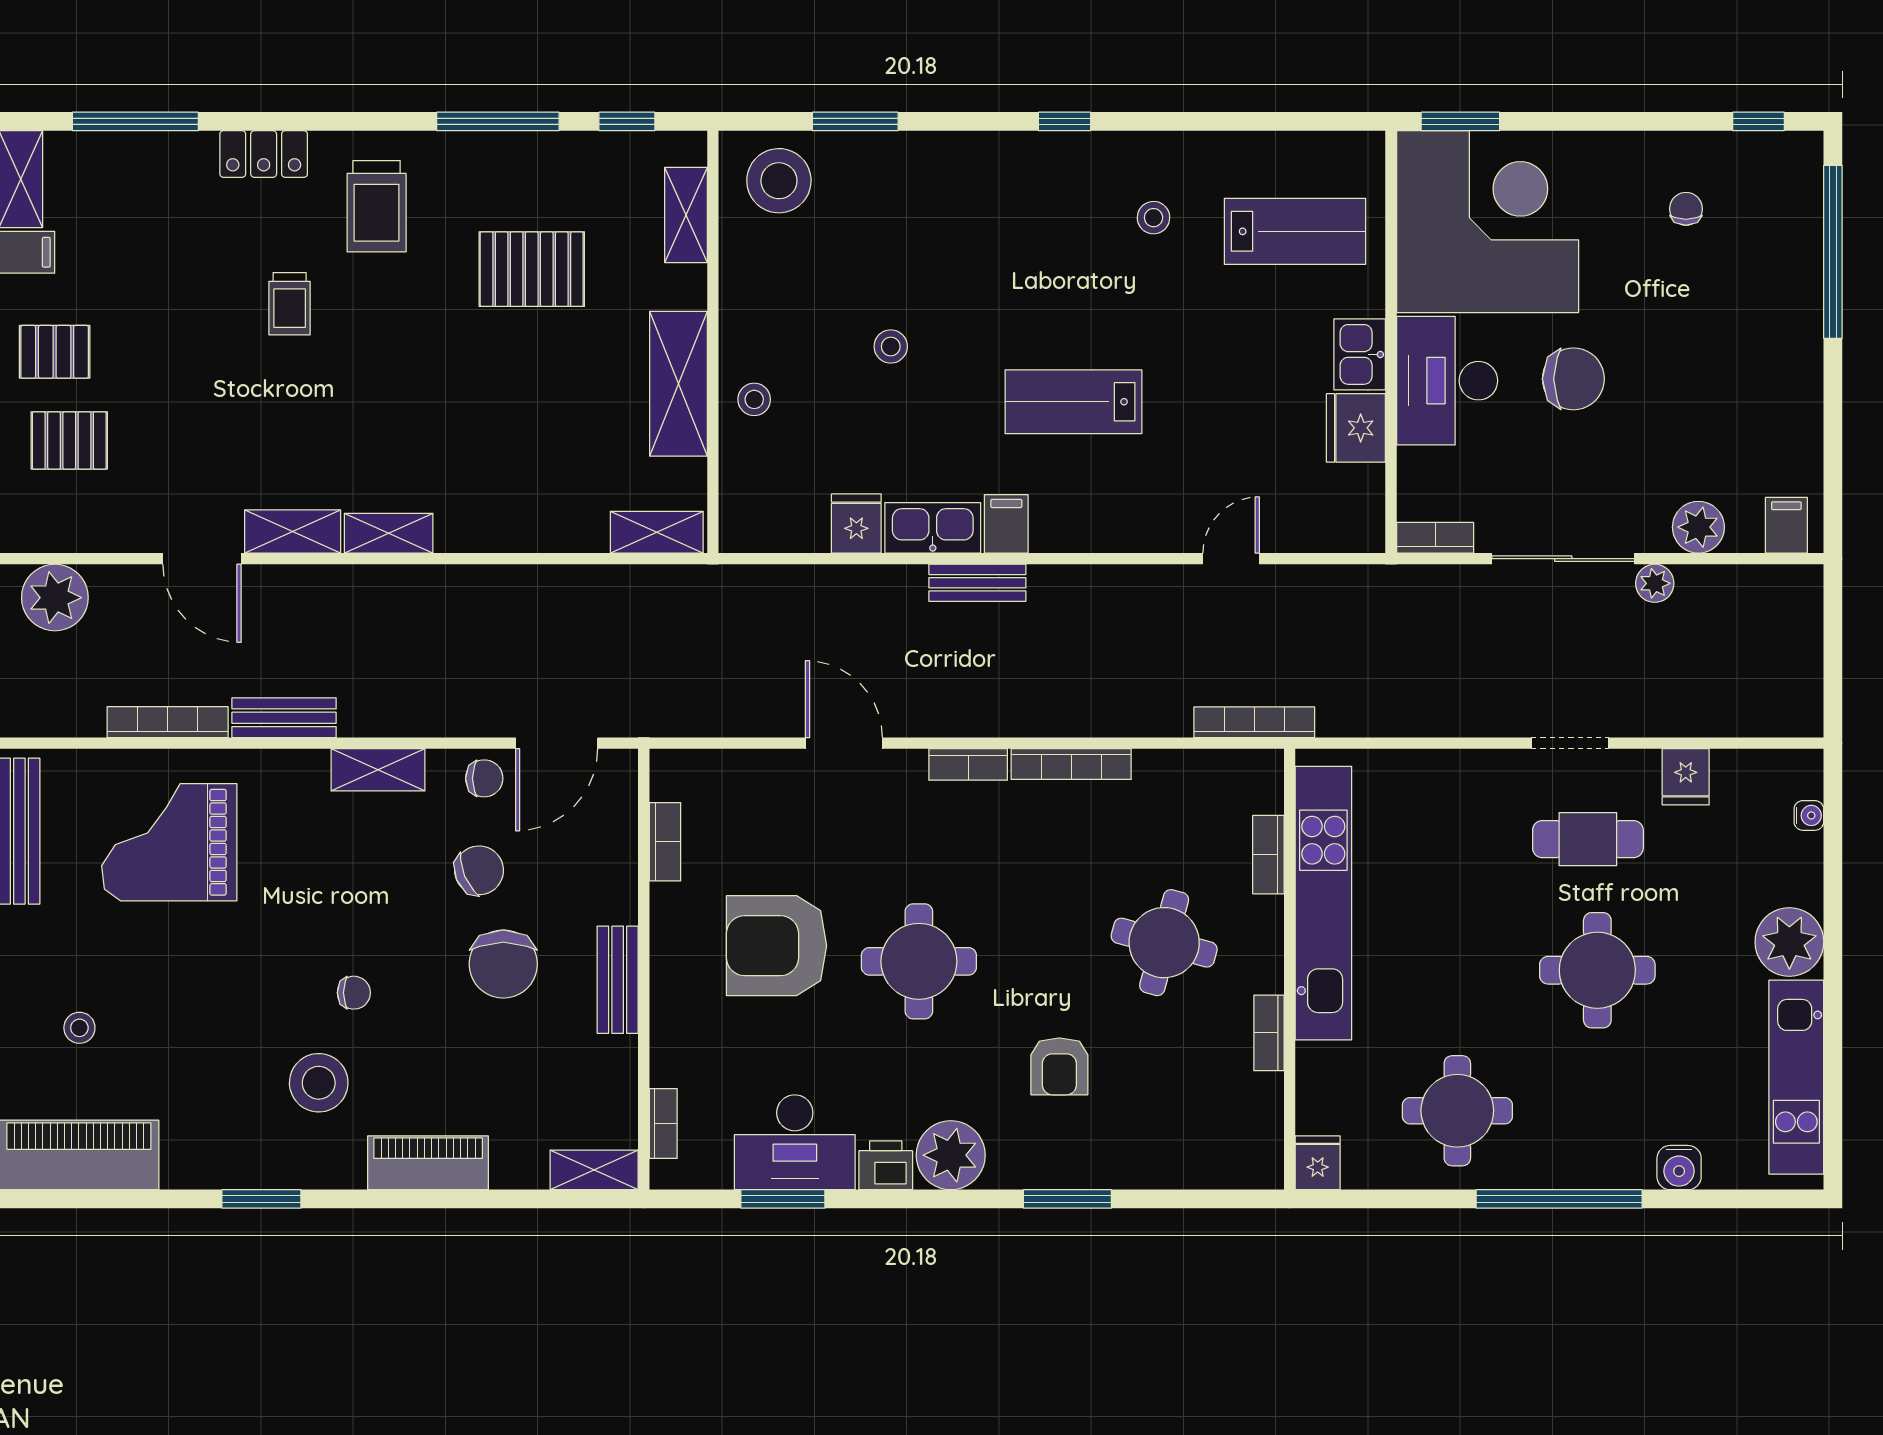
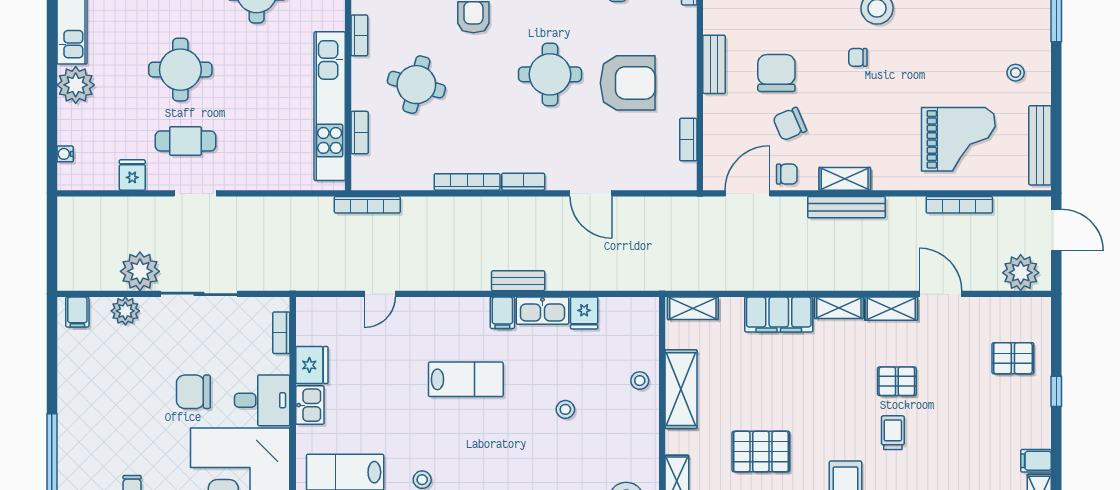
pallet: (55, 352) -> (897, 381), moved
desk: (1447, 381) -> (262, 400), width x0.73
filing cabinet: (499, 521) -> (779, 314), added
bookcase: (1435, 538) -> (281, 333), moved, turned 90
plant: (1655, 583) -> (140, 271), width x1.88, depth x1.88
bench: (284, 718) -> (847, 207), moved, width x1.36
chair: (484, 778) -> (787, 174), turned 180
stool: (79, 1028) -> (1016, 73), moved

